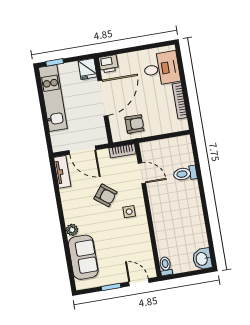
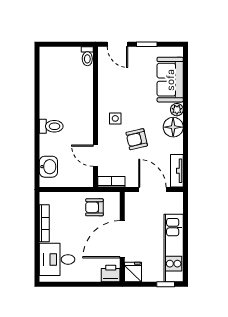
toilet: (185, 174) -> (51, 126), moved
armchair: (105, 195) -> (137, 139), turned -51
floor lamp: (73, 213) -> (173, 127), added
washbasin: (202, 259) -> (48, 167), moved

